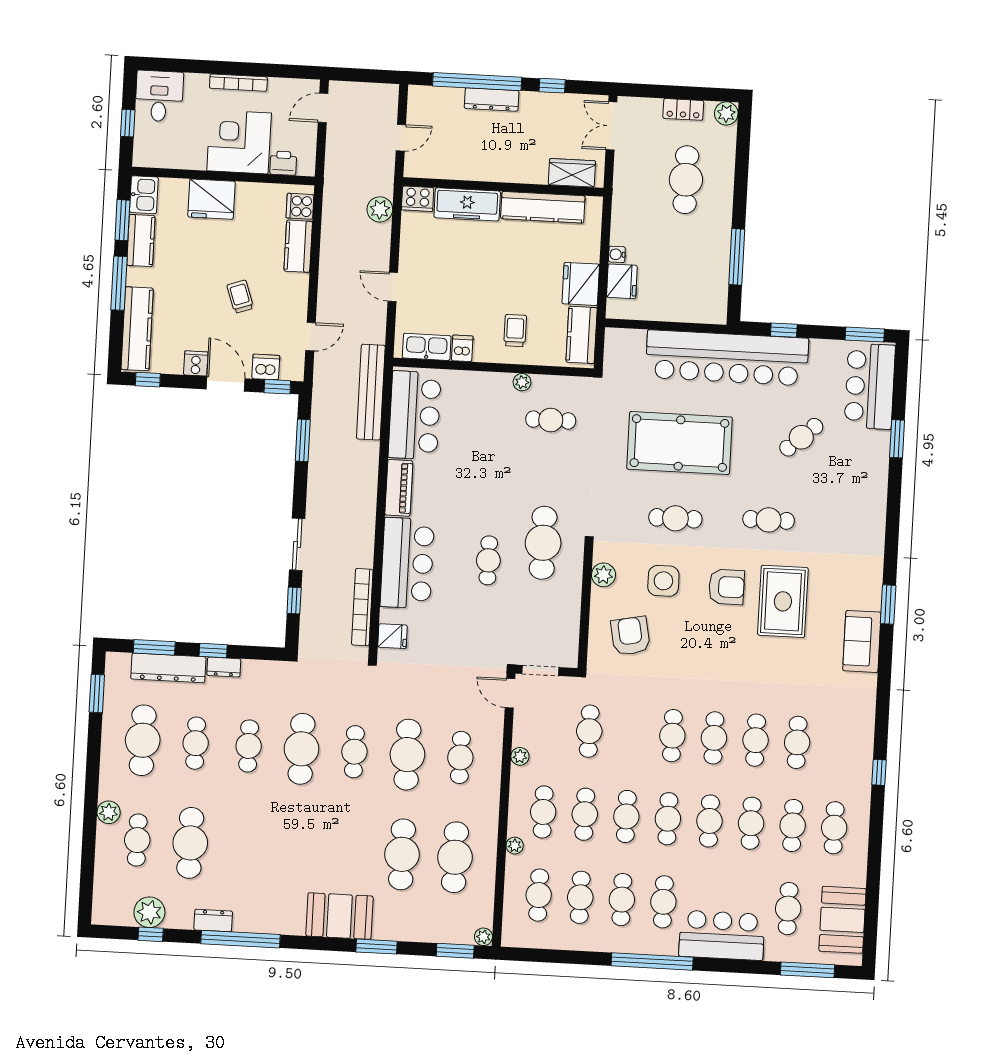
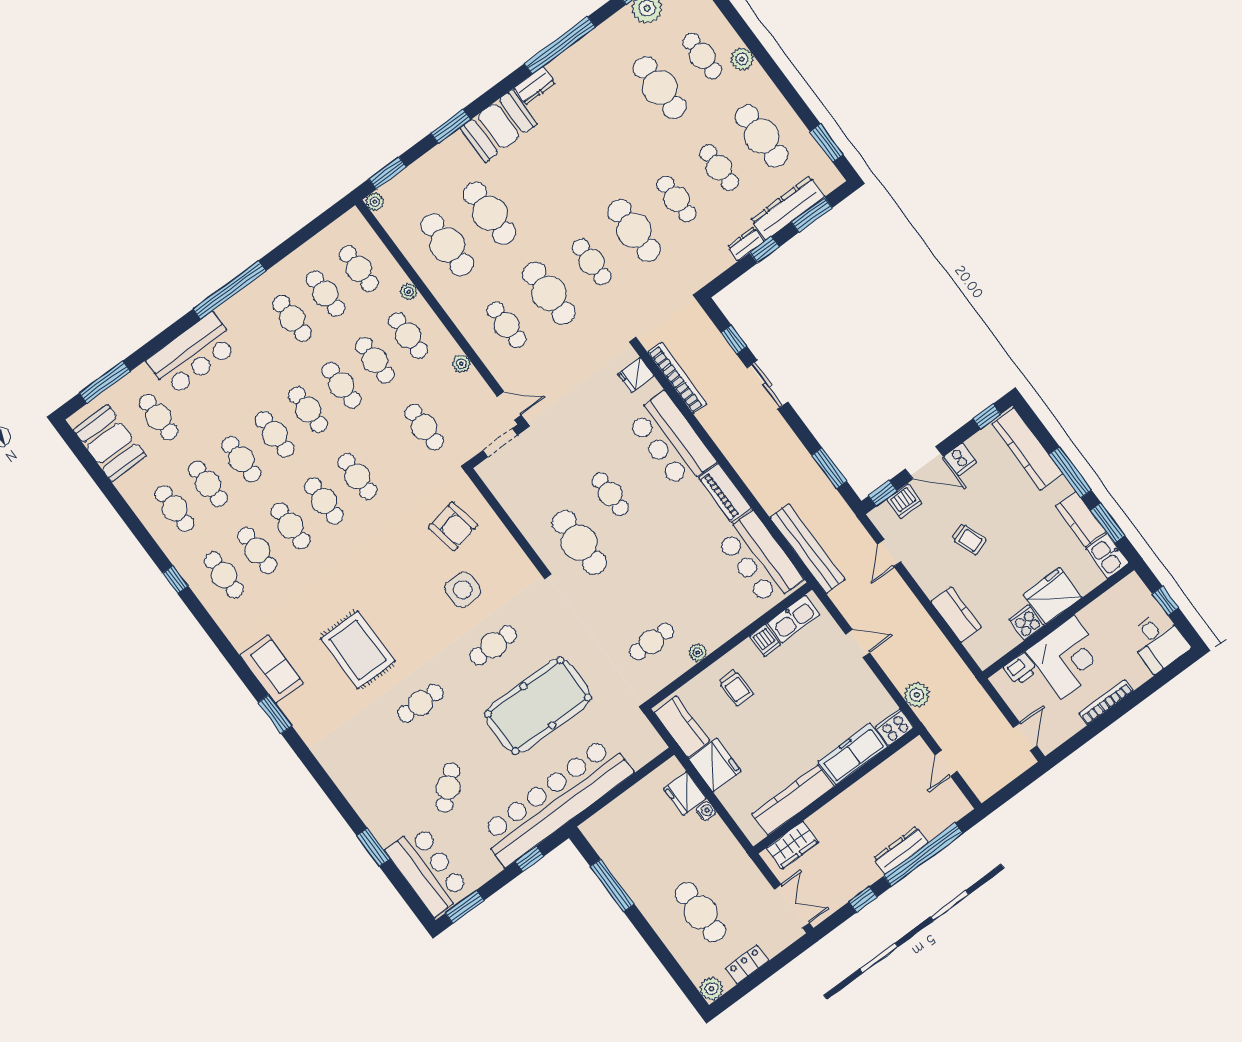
cooker: (300, 206) -> (1027, 622), moved, turned -90
plant: (603, 575) -> (513, 556), removed
armchair: (726, 587) -> (410, 625), removed
cafe table: (663, 902) -> (224, 575), moved
dresser: (213, 920) -> (534, 86), moved

